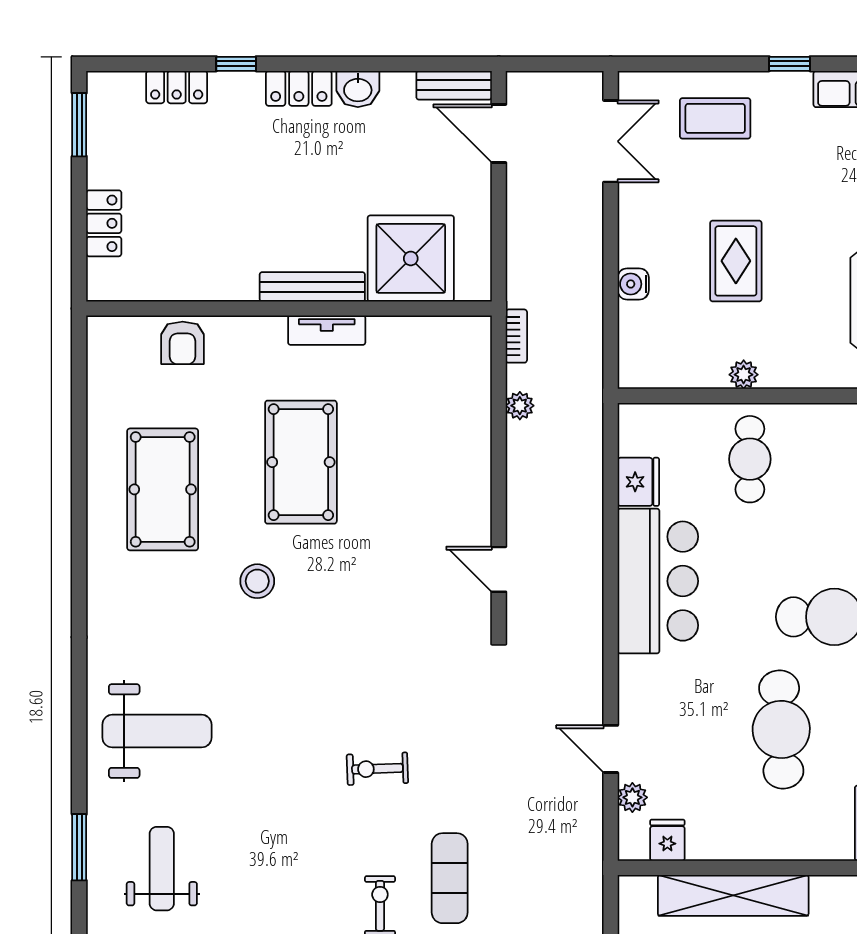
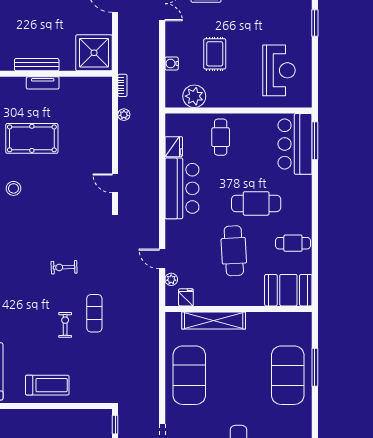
shower: (411, 258) -> (94, 53), moved
plant: (744, 375) -> (194, 96), moved, width x1.88, depth x1.88
pool table: (301, 462) -> (32, 138), turned 90

